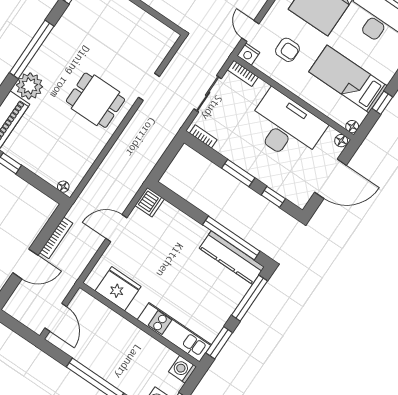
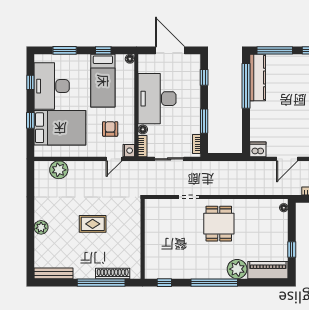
floor lamp: (341, 141) -> (143, 129), moved
window: (238, 173) -> (204, 121), moved
door: (116, 228) -> (287, 159), hinge flipped

